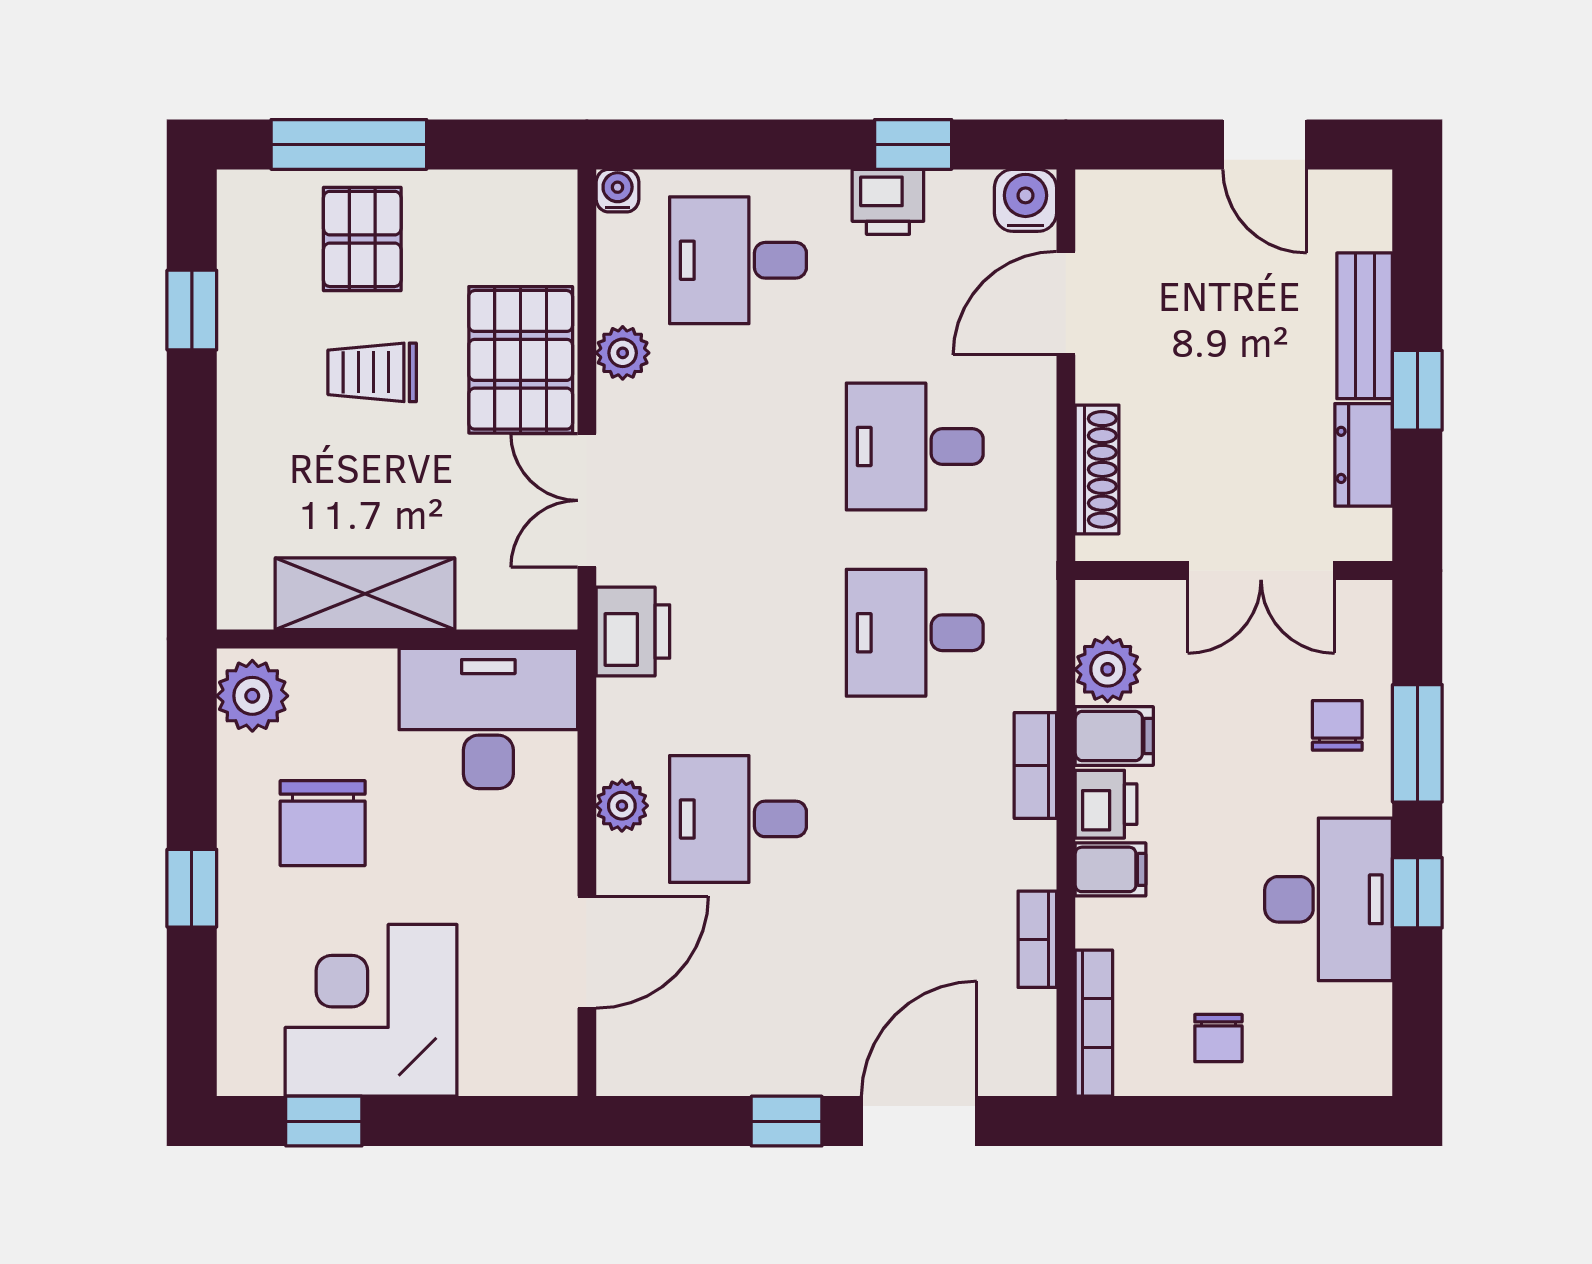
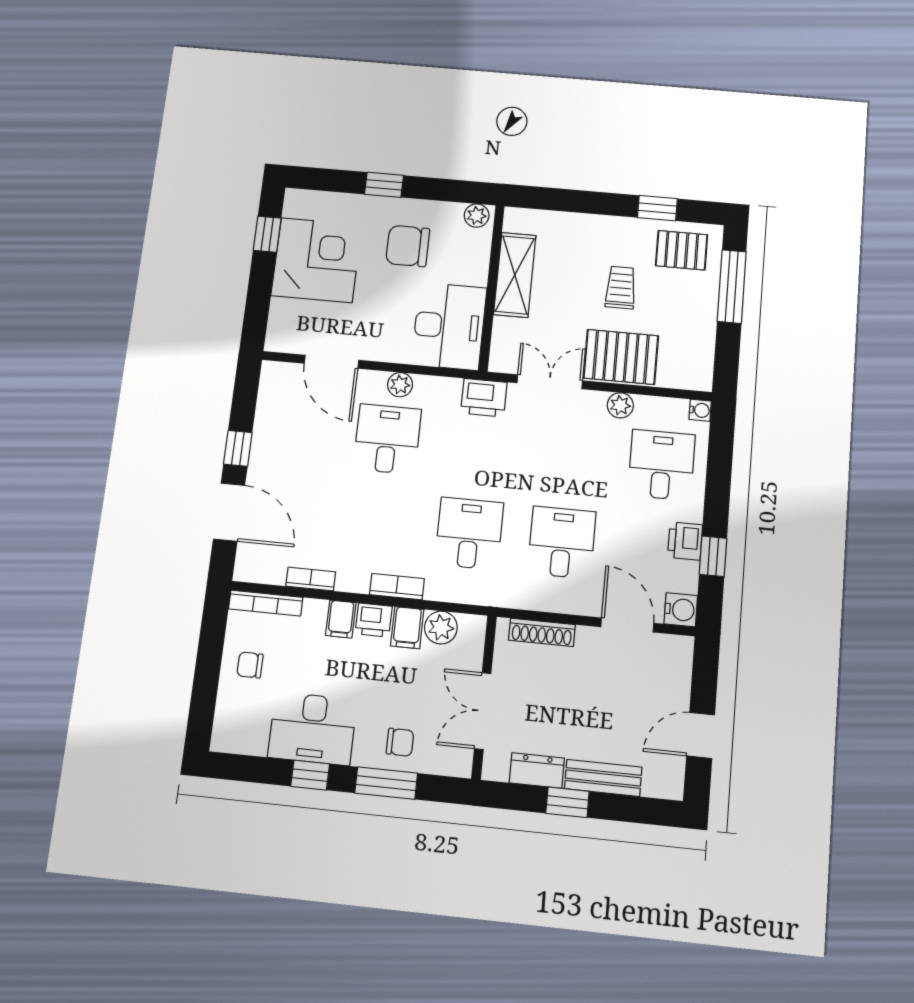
pallet: (362, 239) -> (682, 250), moved
plant: (252, 696) -> (477, 216), width x0.73, depth x0.73

